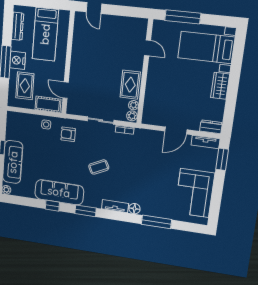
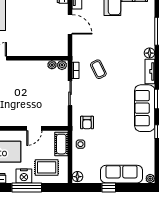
rug: (130, 85) -> (34, 70), removed
door: (66, 90) -> (34, 128), moved
floor lamp: (13, 117) -> (77, 177), added
coffee table: (99, 167) -> (98, 69), moved
sofa: (59, 192) -> (145, 108), moved

